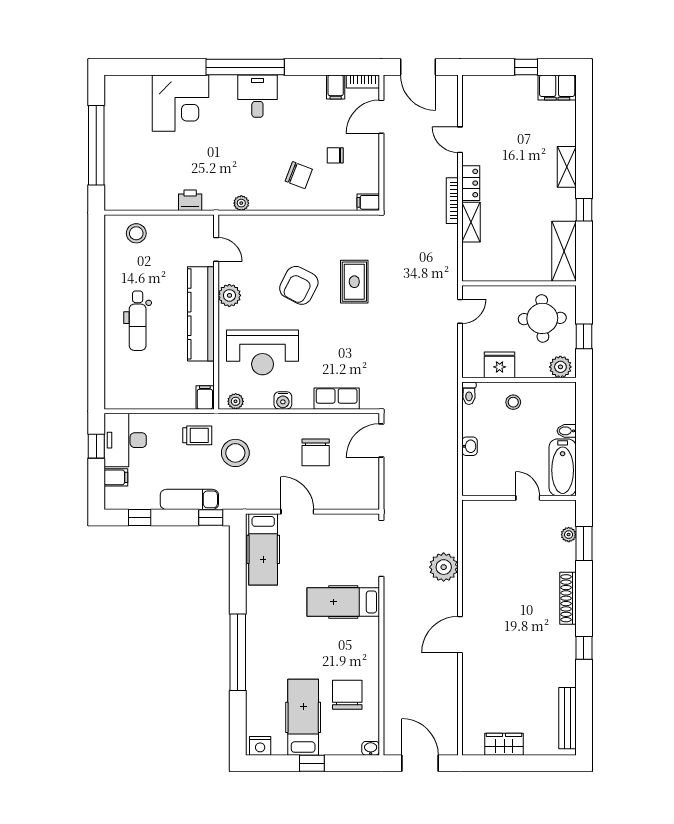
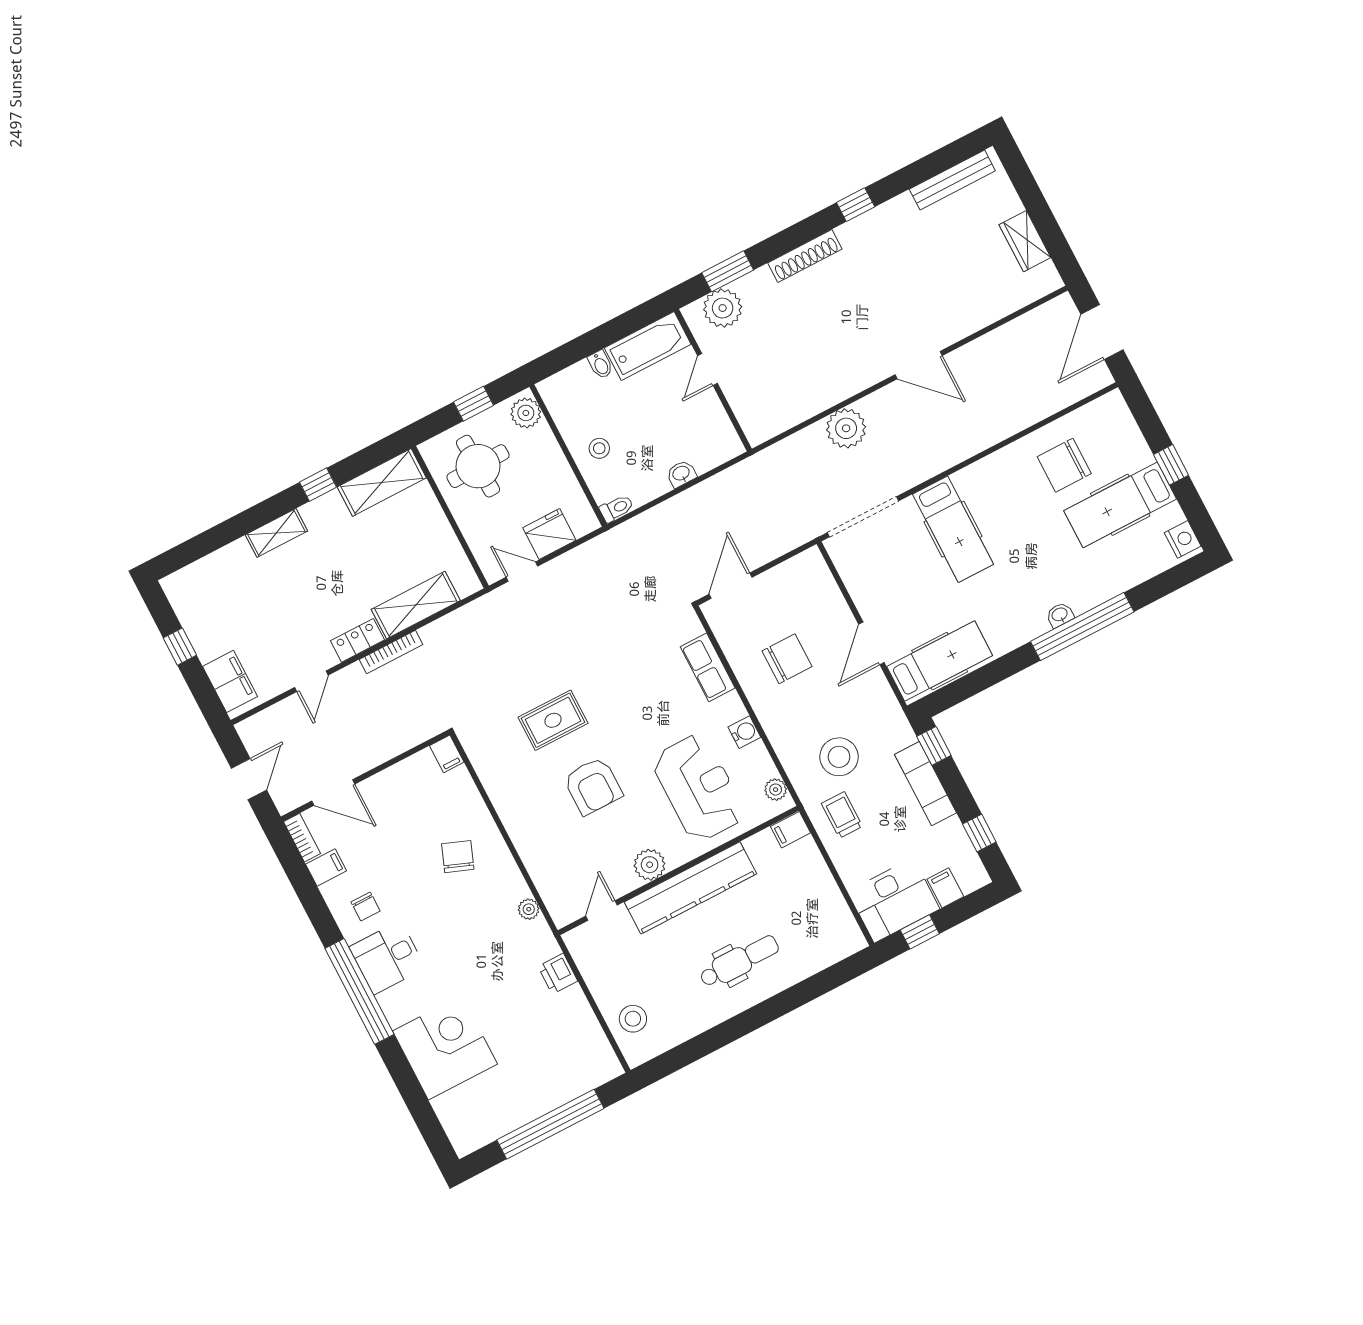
door: (418, 67) -> (249, 779), width x0.73
filing cabinet: (557, 88) -> (230, 681), moved
chair: (335, 155) -> (366, 907), moved
shelving: (471, 222) -> (416, 605), width x1.50, depth x1.33
armchair: (299, 285) -> (593, 786), turned 63
fridge: (500, 365) -> (549, 534), moved, turned 90
door: (381, 440) -> (730, 586), swing flipped
plant: (569, 535) -> (723, 308), width x1.88, depth x1.88
washbasin: (371, 748) -> (1060, 615), moved, turned 90

